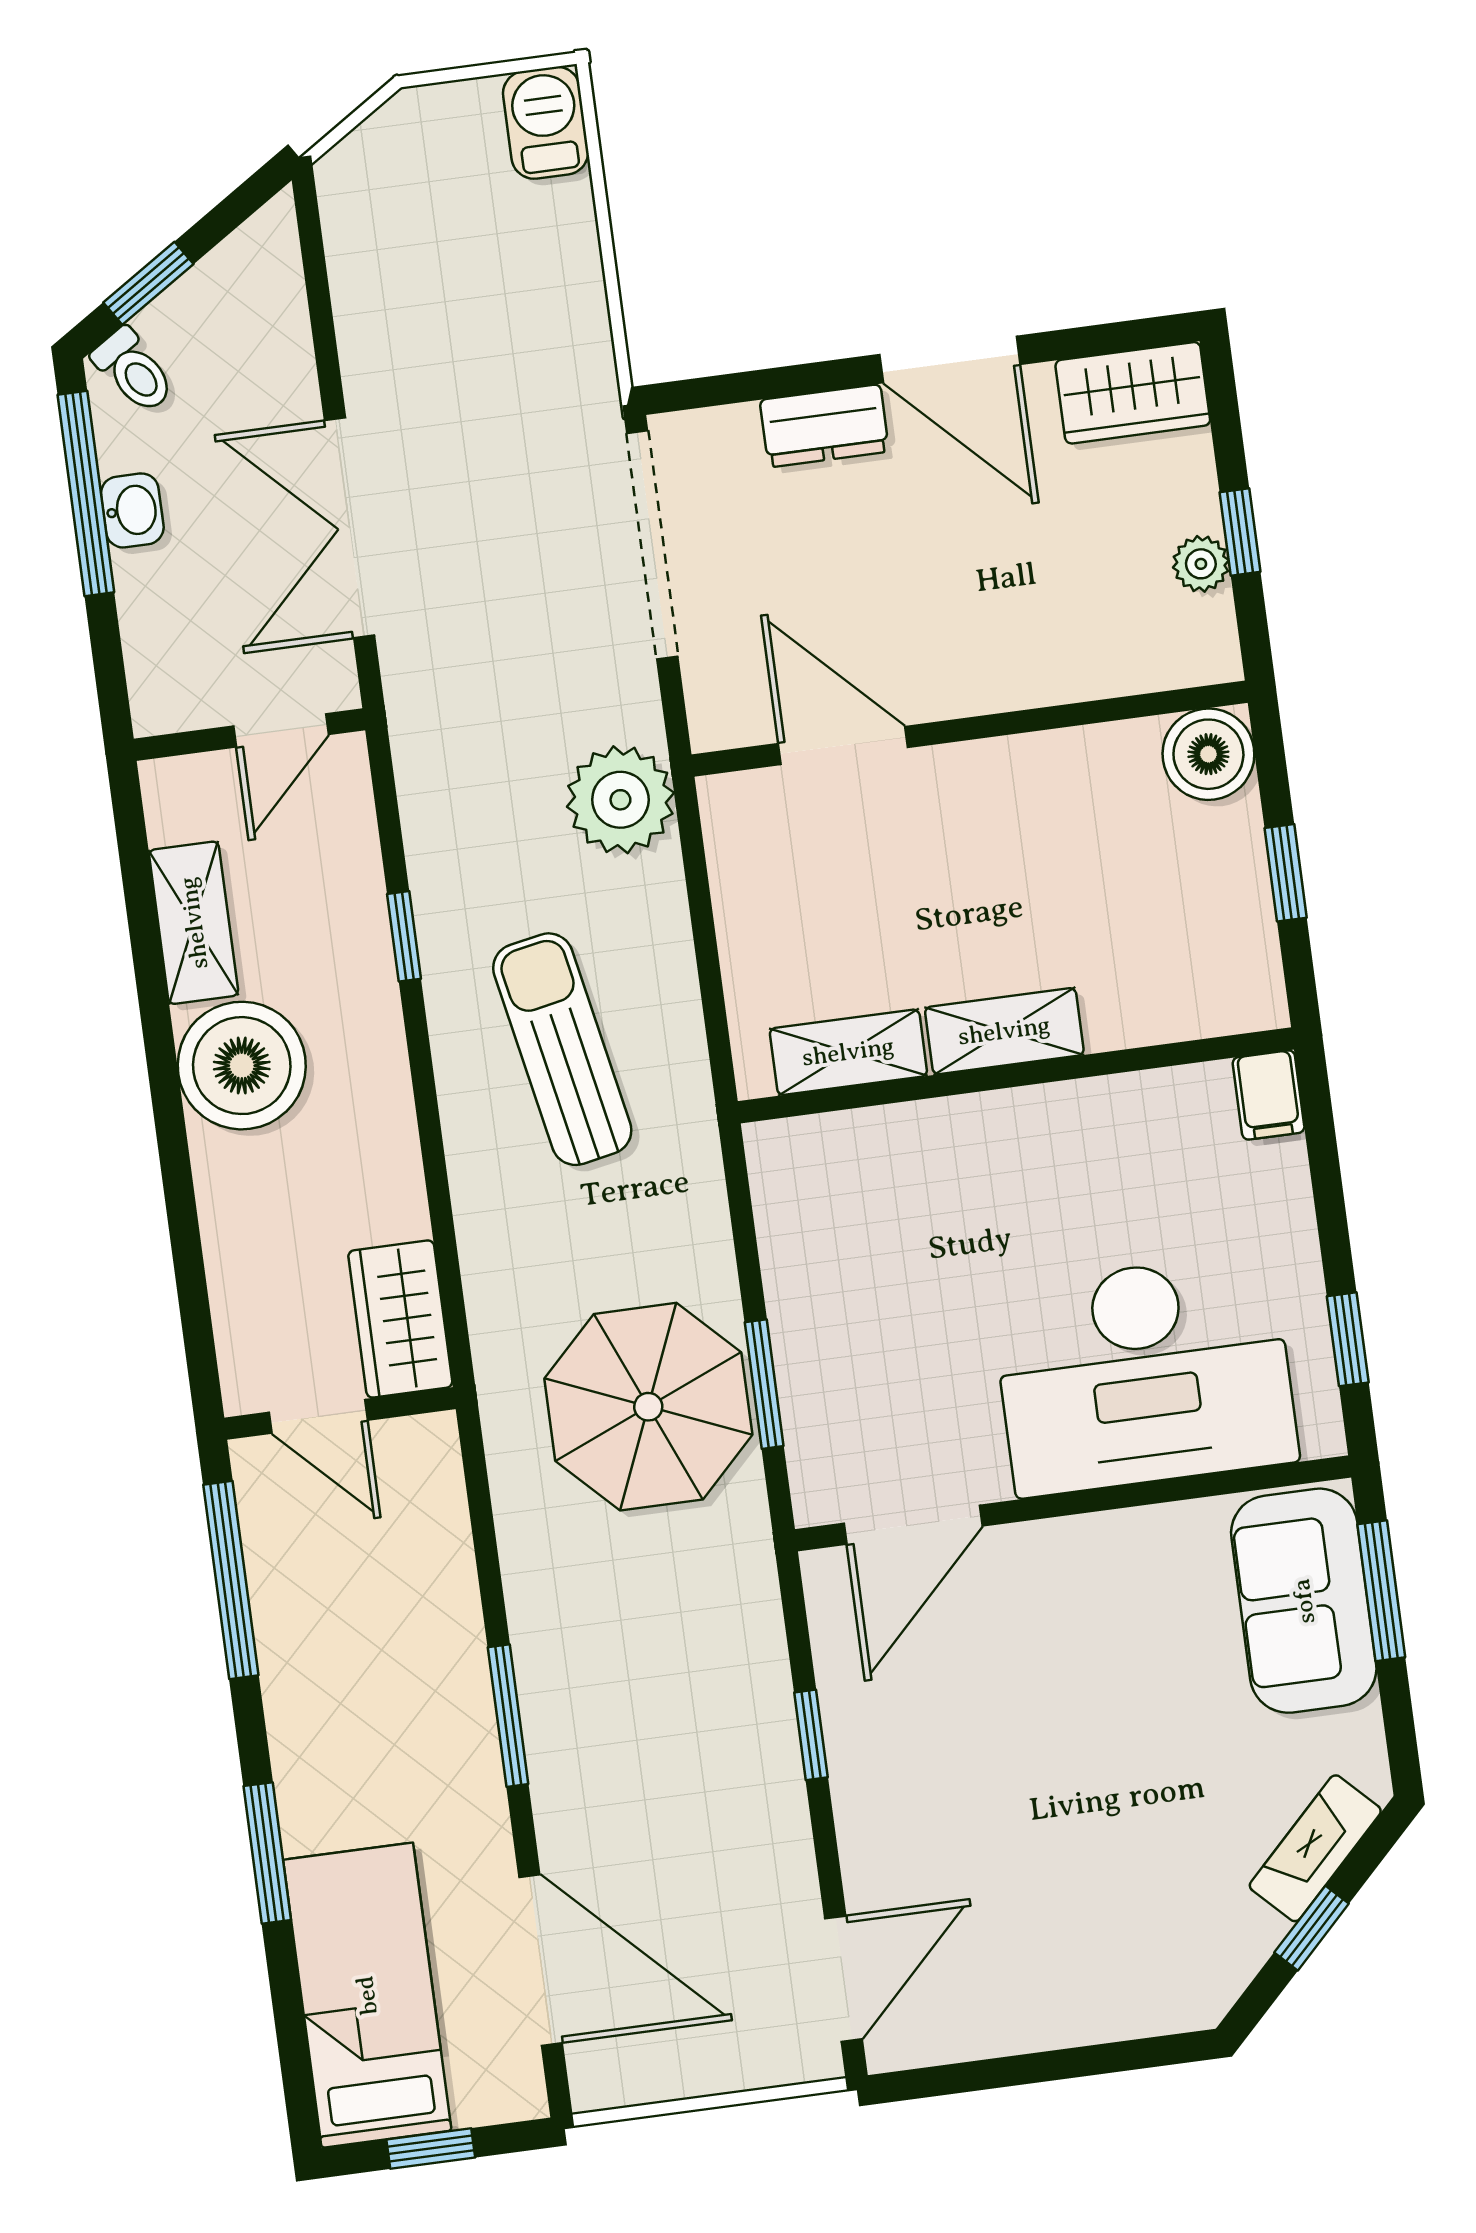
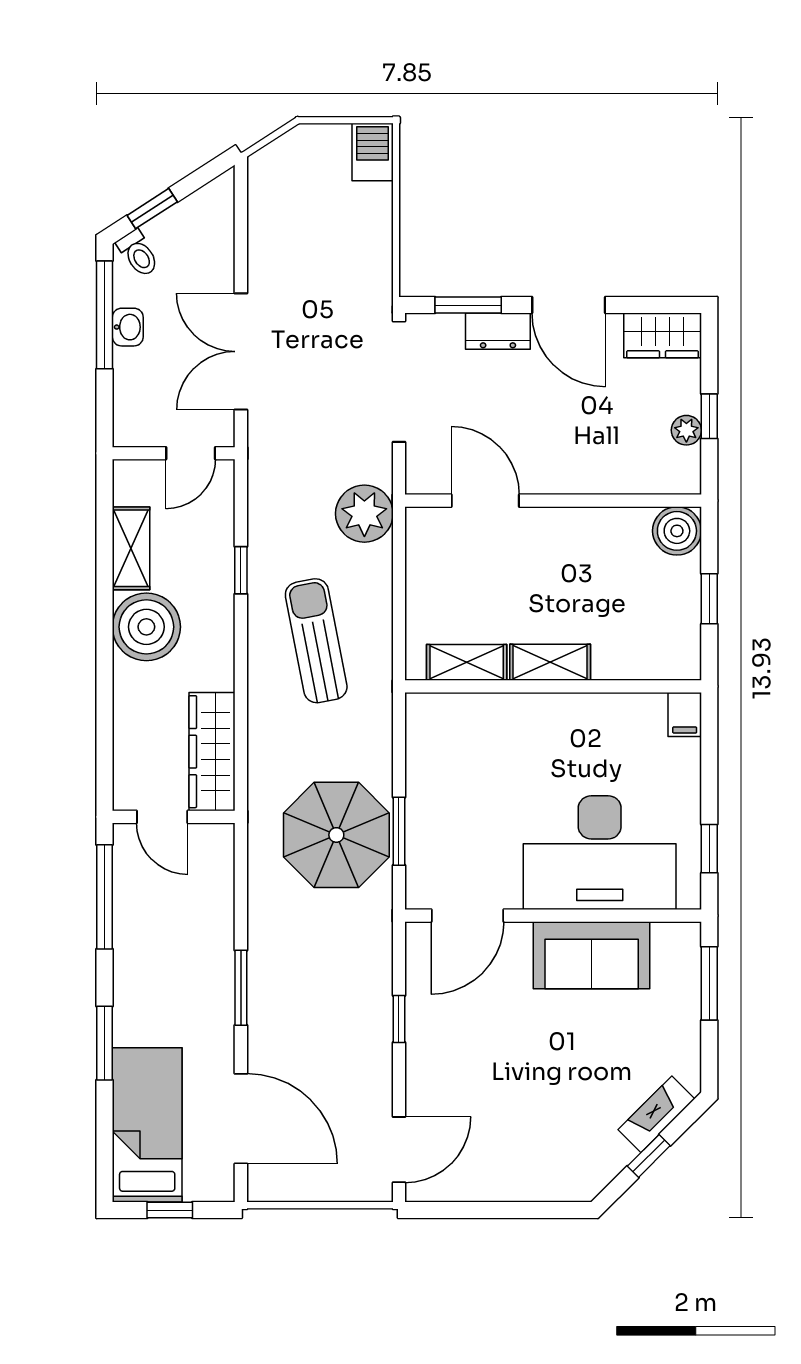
window: (762, 384) -> (468, 305), added
wardrobe: (400, 1319) -> (212, 752), width x1.50
sofa: (1304, 1601) -> (592, 955), moved, turned -90

